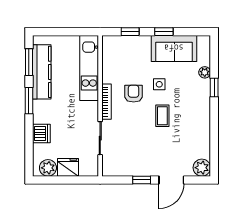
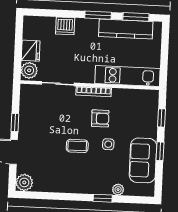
plant: (48, 168) -> (29, 70), moved

